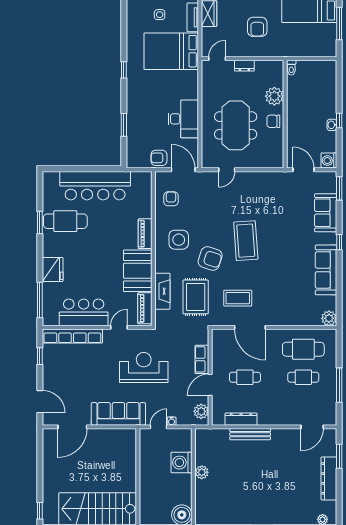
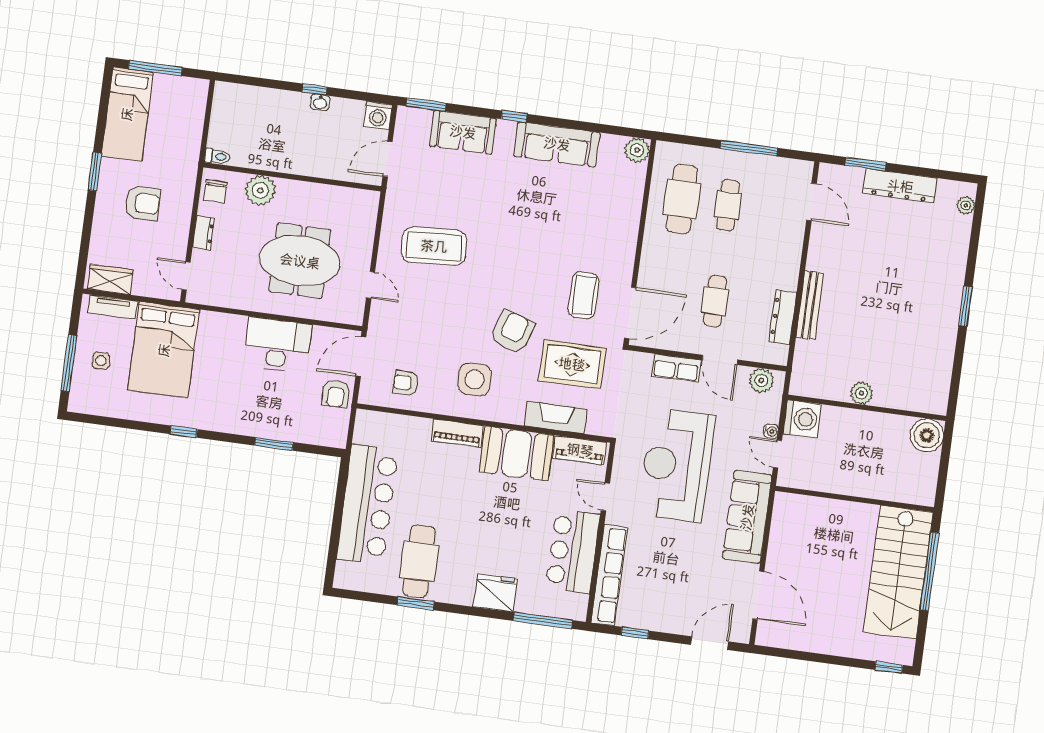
chair: (273, 121) -> (215, 191), moved
coffee table: (246, 241) -> (434, 246), moved
door: (250, 327) -> (630, 313), moved
reception desk: (144, 368) -> (677, 465), width x1.36, depth x1.30
washing machine: (181, 463) -> (802, 419), moved, turned -90

